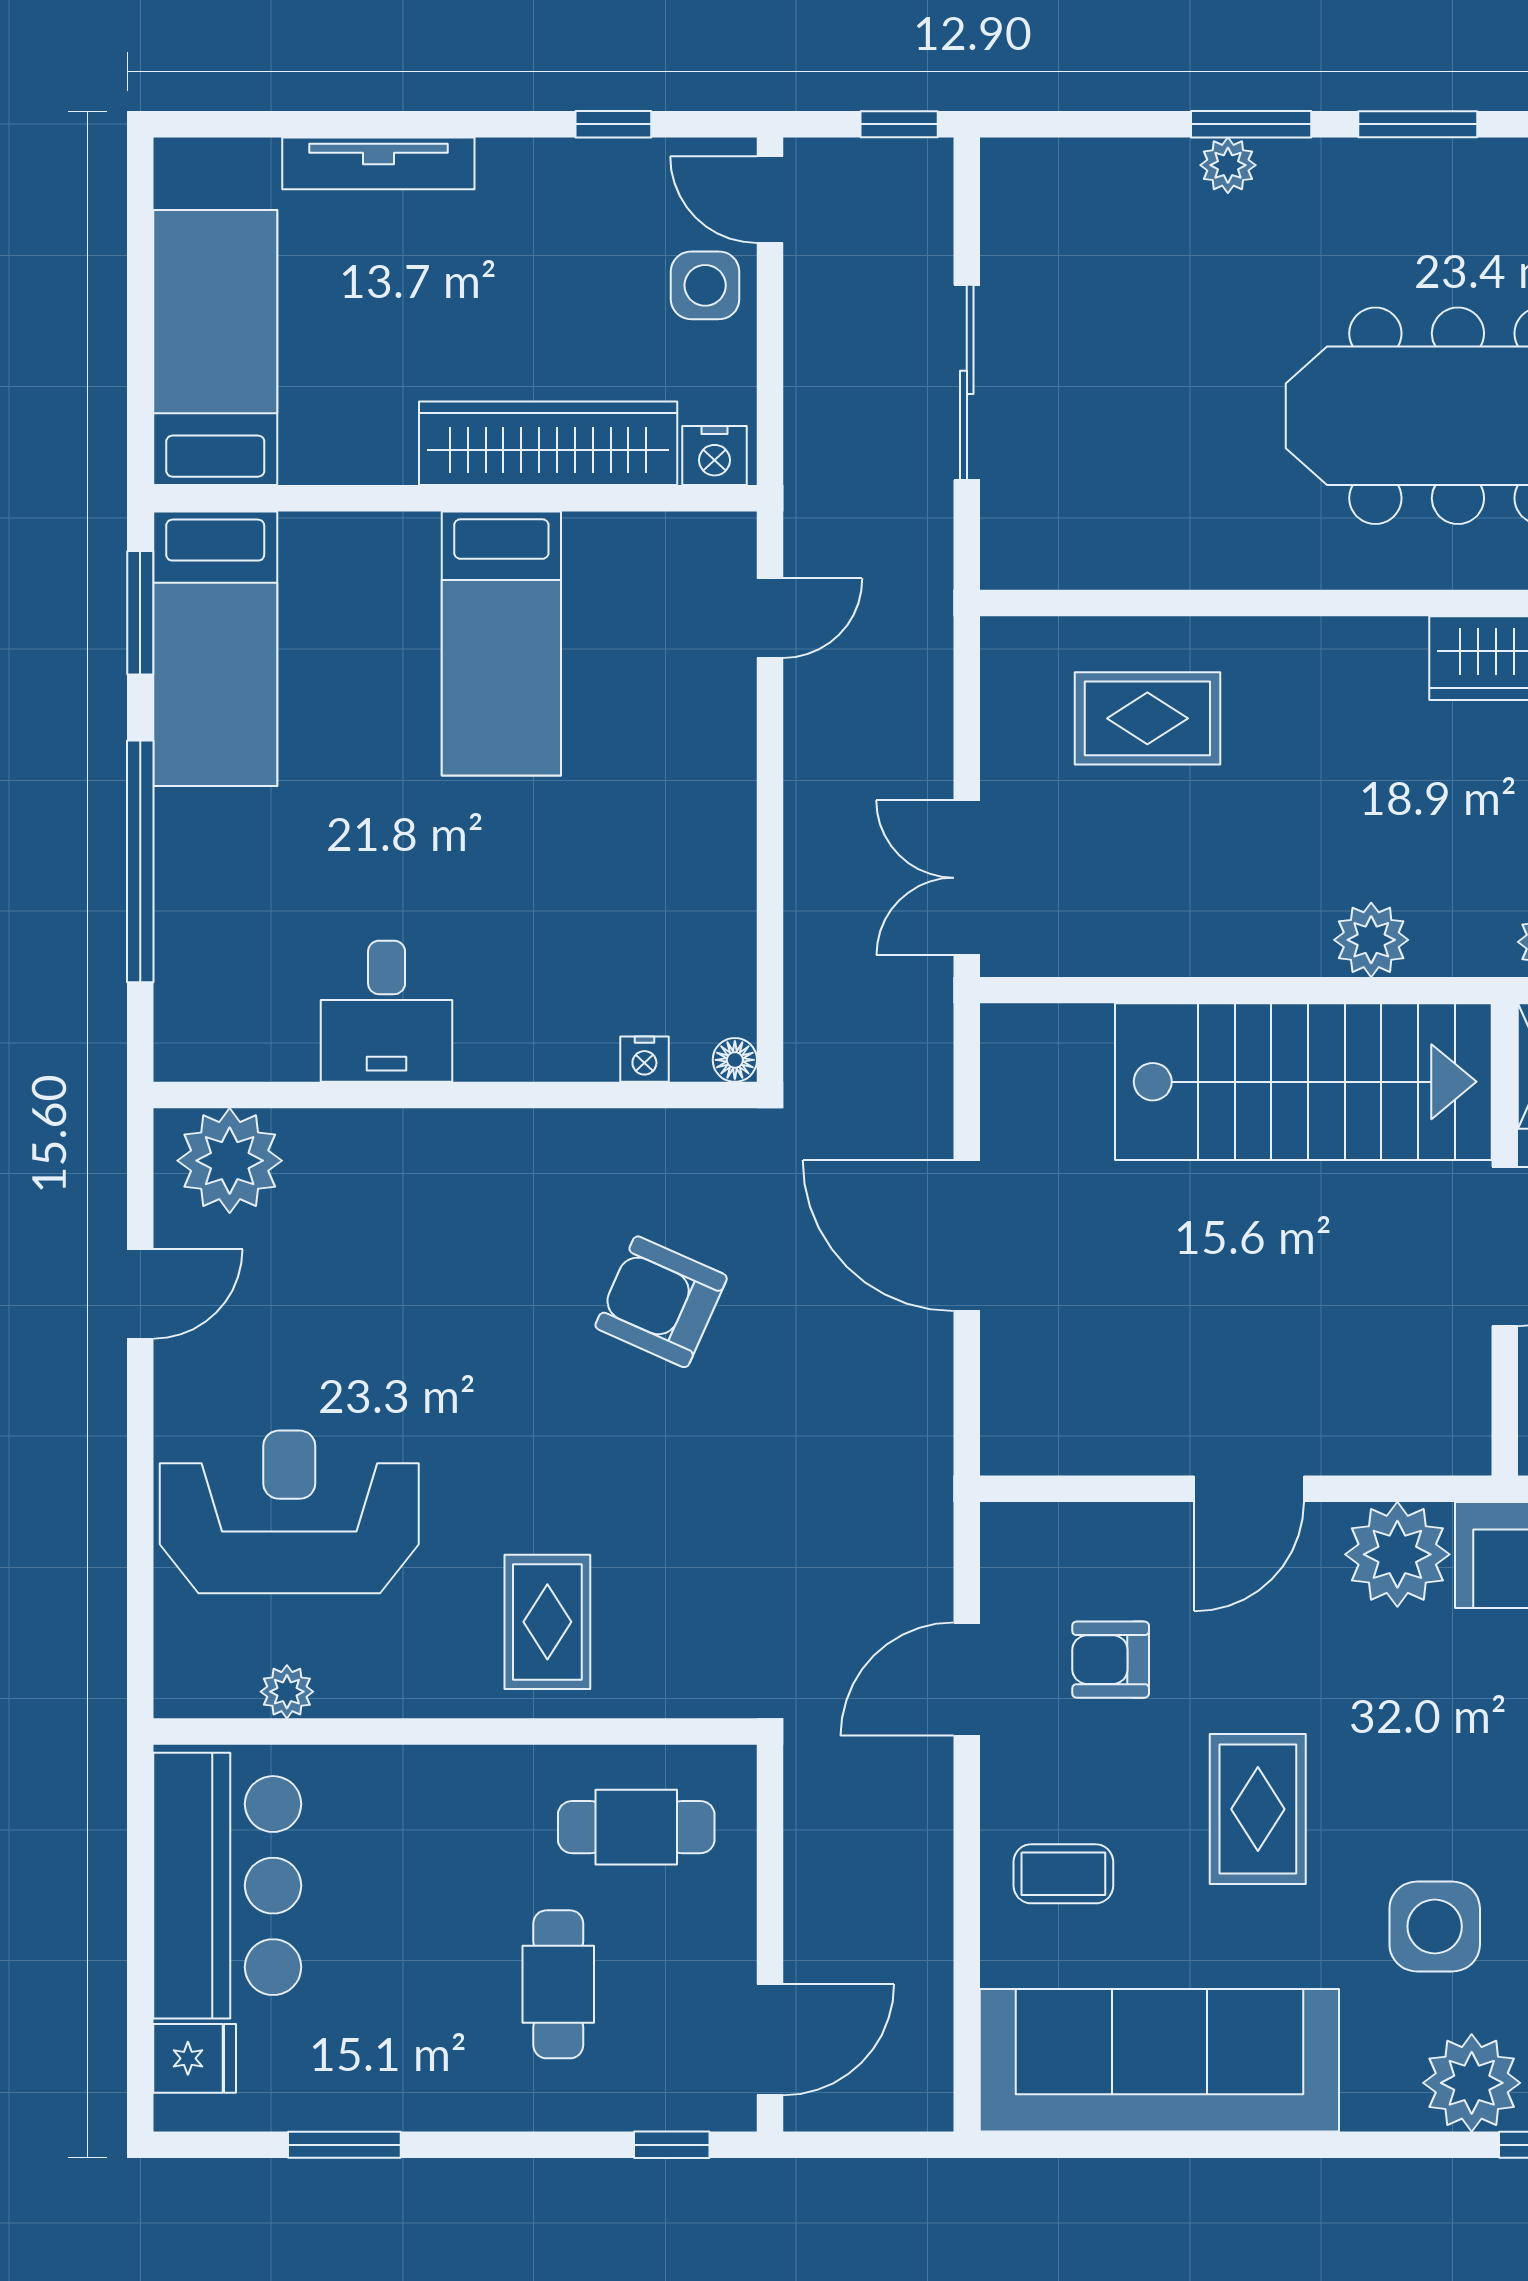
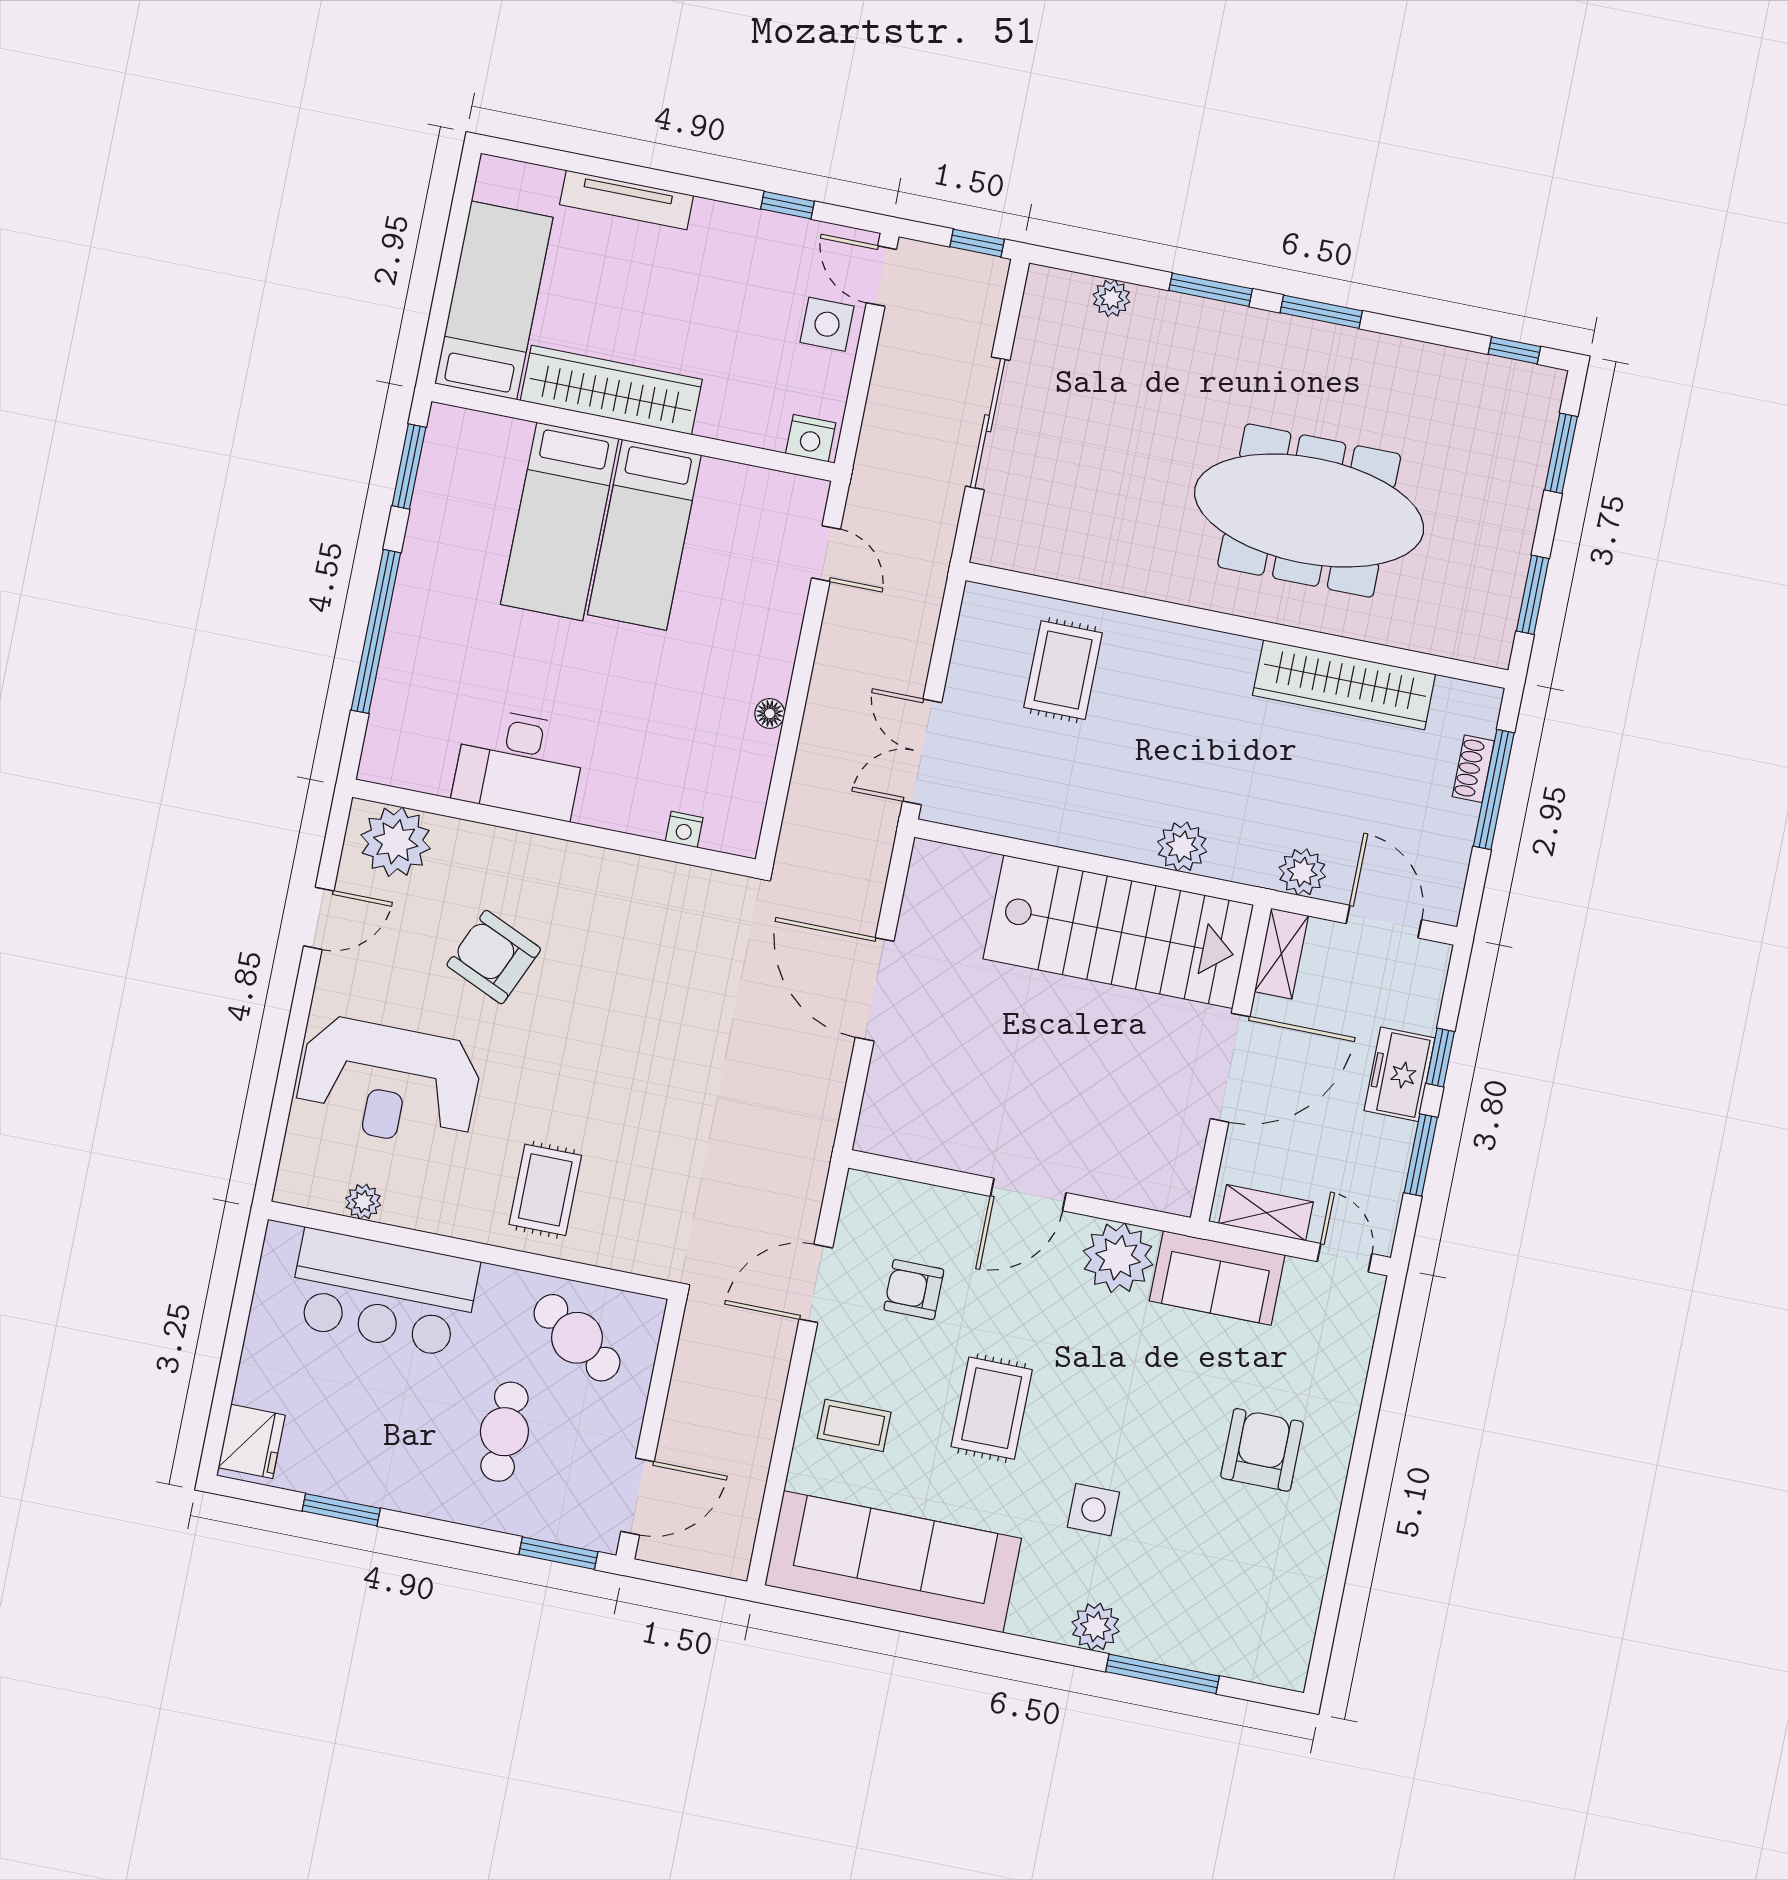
plant: (1228, 165) -> (1111, 298), moved
wardrobe: (548, 443) -> (611, 390), moved
door: (770, 618) -> (826, 554), hinge flipped
bed: (215, 649) -> (560, 521), moved
rug: (1147, 718) -> (1063, 670), turned 90
desk: (387, 1011) -> (519, 764), width x1.37
floor lamp: (735, 1060) -> (770, 713), moved
armchair: (661, 1302) -> (494, 957), moved
reception desk: (289, 1512) -> (389, 1083), turned 180
cafe table: (636, 1827) -> (577, 1338), turned 34
bar counter: (227, 1886) -> (383, 1293), moved, turned 90
side table: (1435, 1927) -> (1093, 1510), width x0.73, depth x0.73
fridge: (195, 2058) -> (252, 1441), width x1.38
plant: (1472, 2083) -> (1096, 1627), width x0.73, depth x0.73
window: (672, 2145) -> (558, 1553), width x1.50

